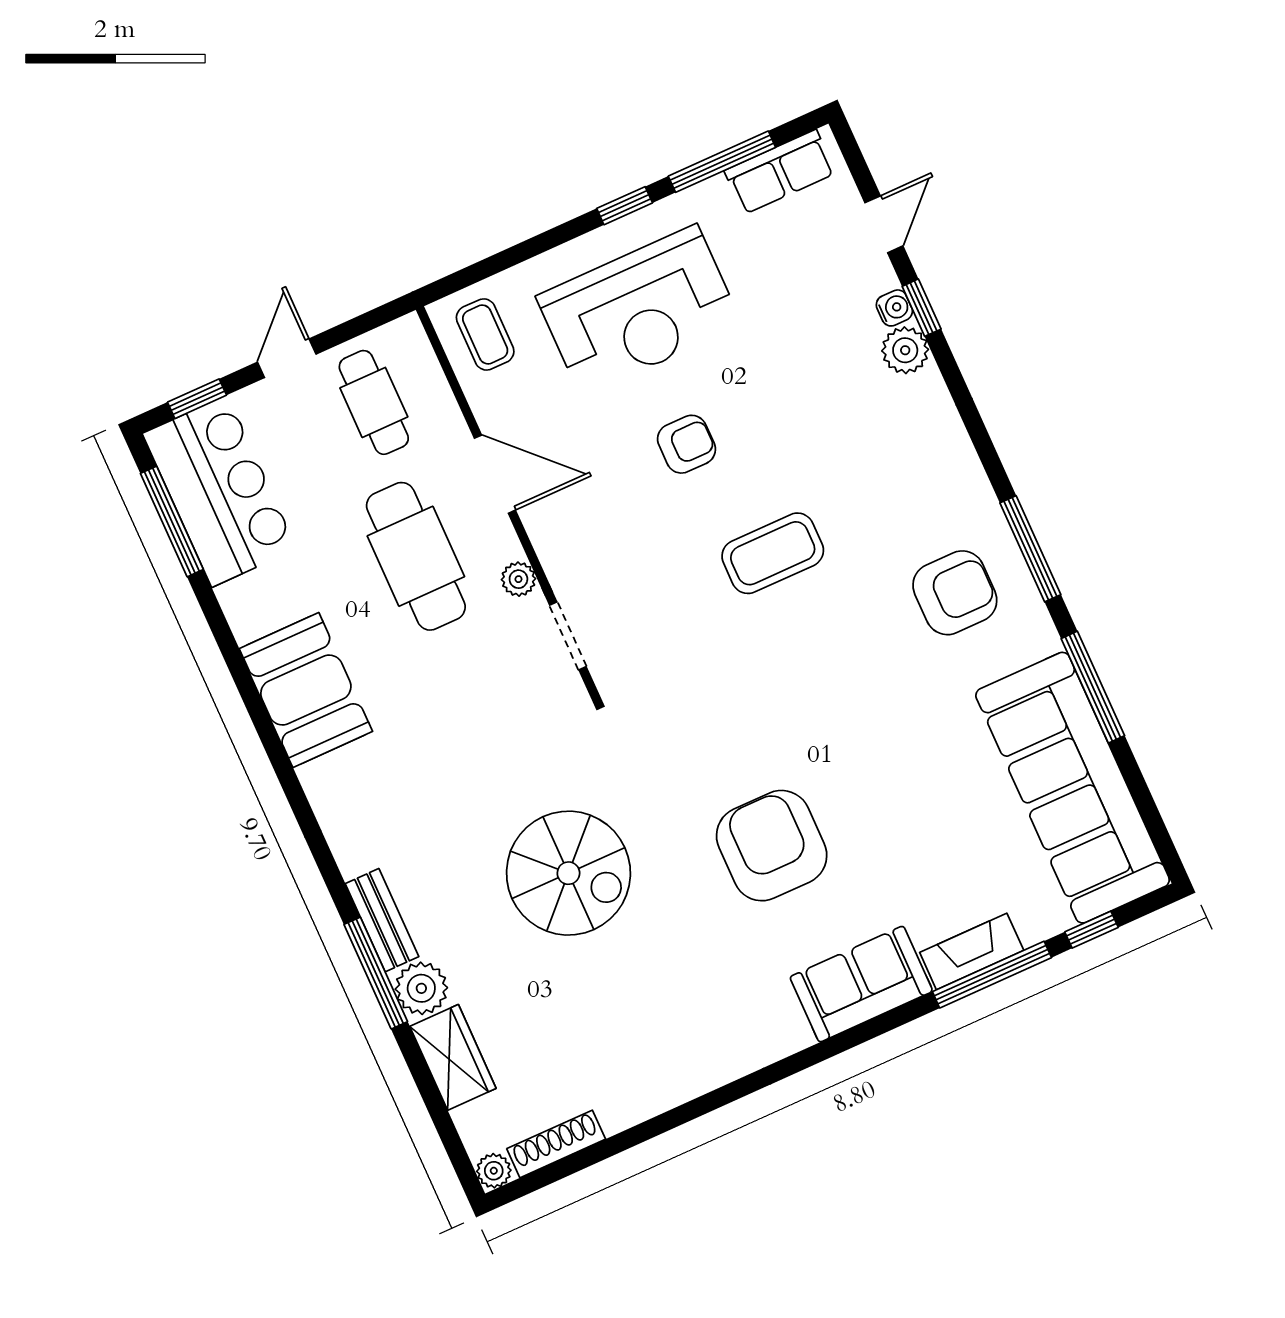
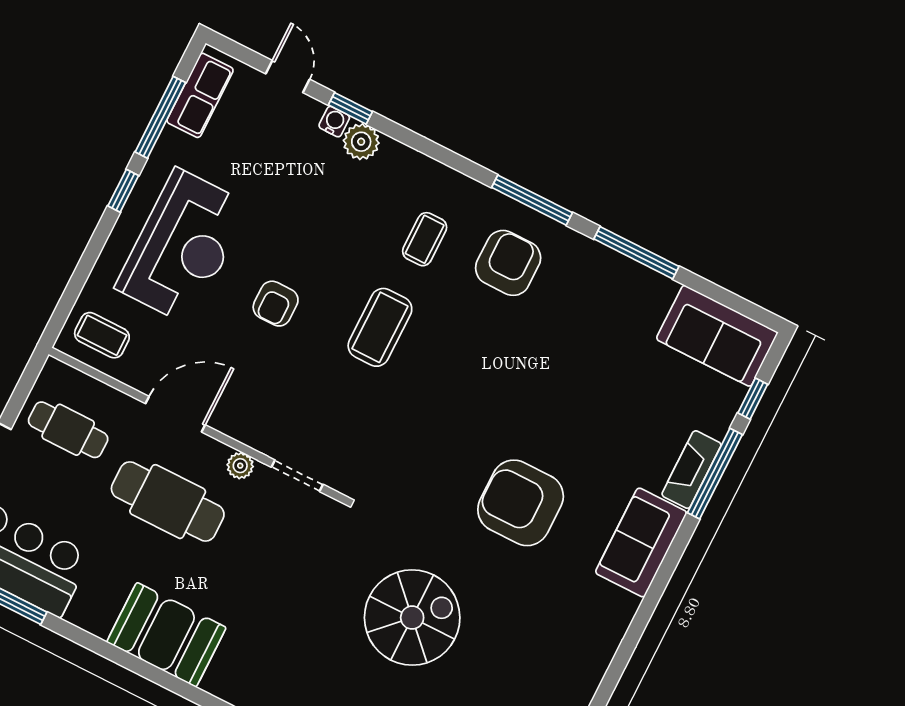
armchair: (687, 444) -> (276, 304), turned 180
coffee table: (890, 501) -> (425, 239), added
sofa: (1073, 788) -> (717, 336), width x0.54, depth x0.79

